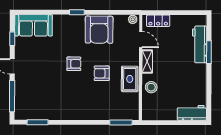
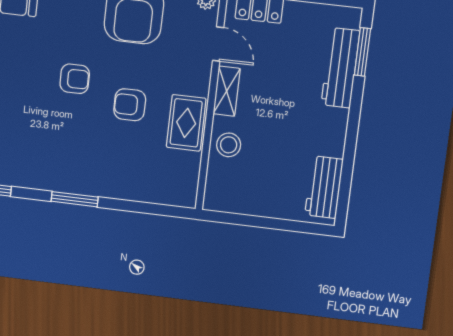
window: (209, 52) -> (362, 52), moved
workbench: (192, 113) -> (324, 187), moved, turned -90
window: (121, 122) -> (75, 199), moved

